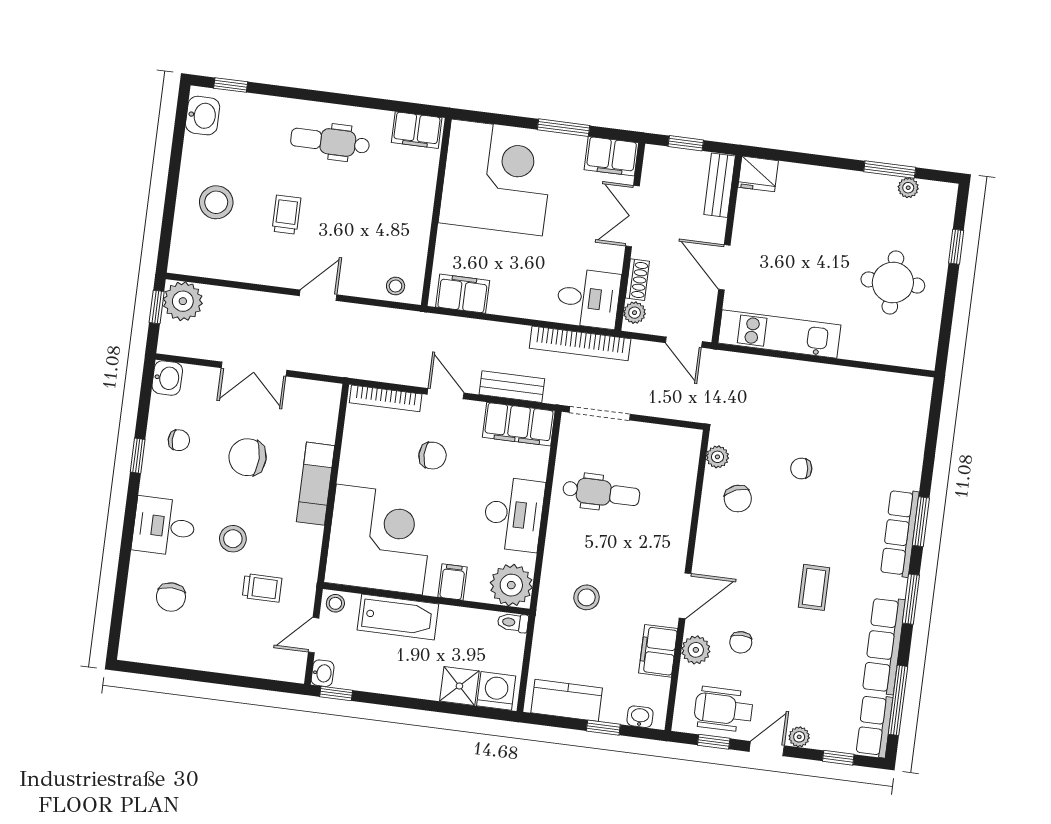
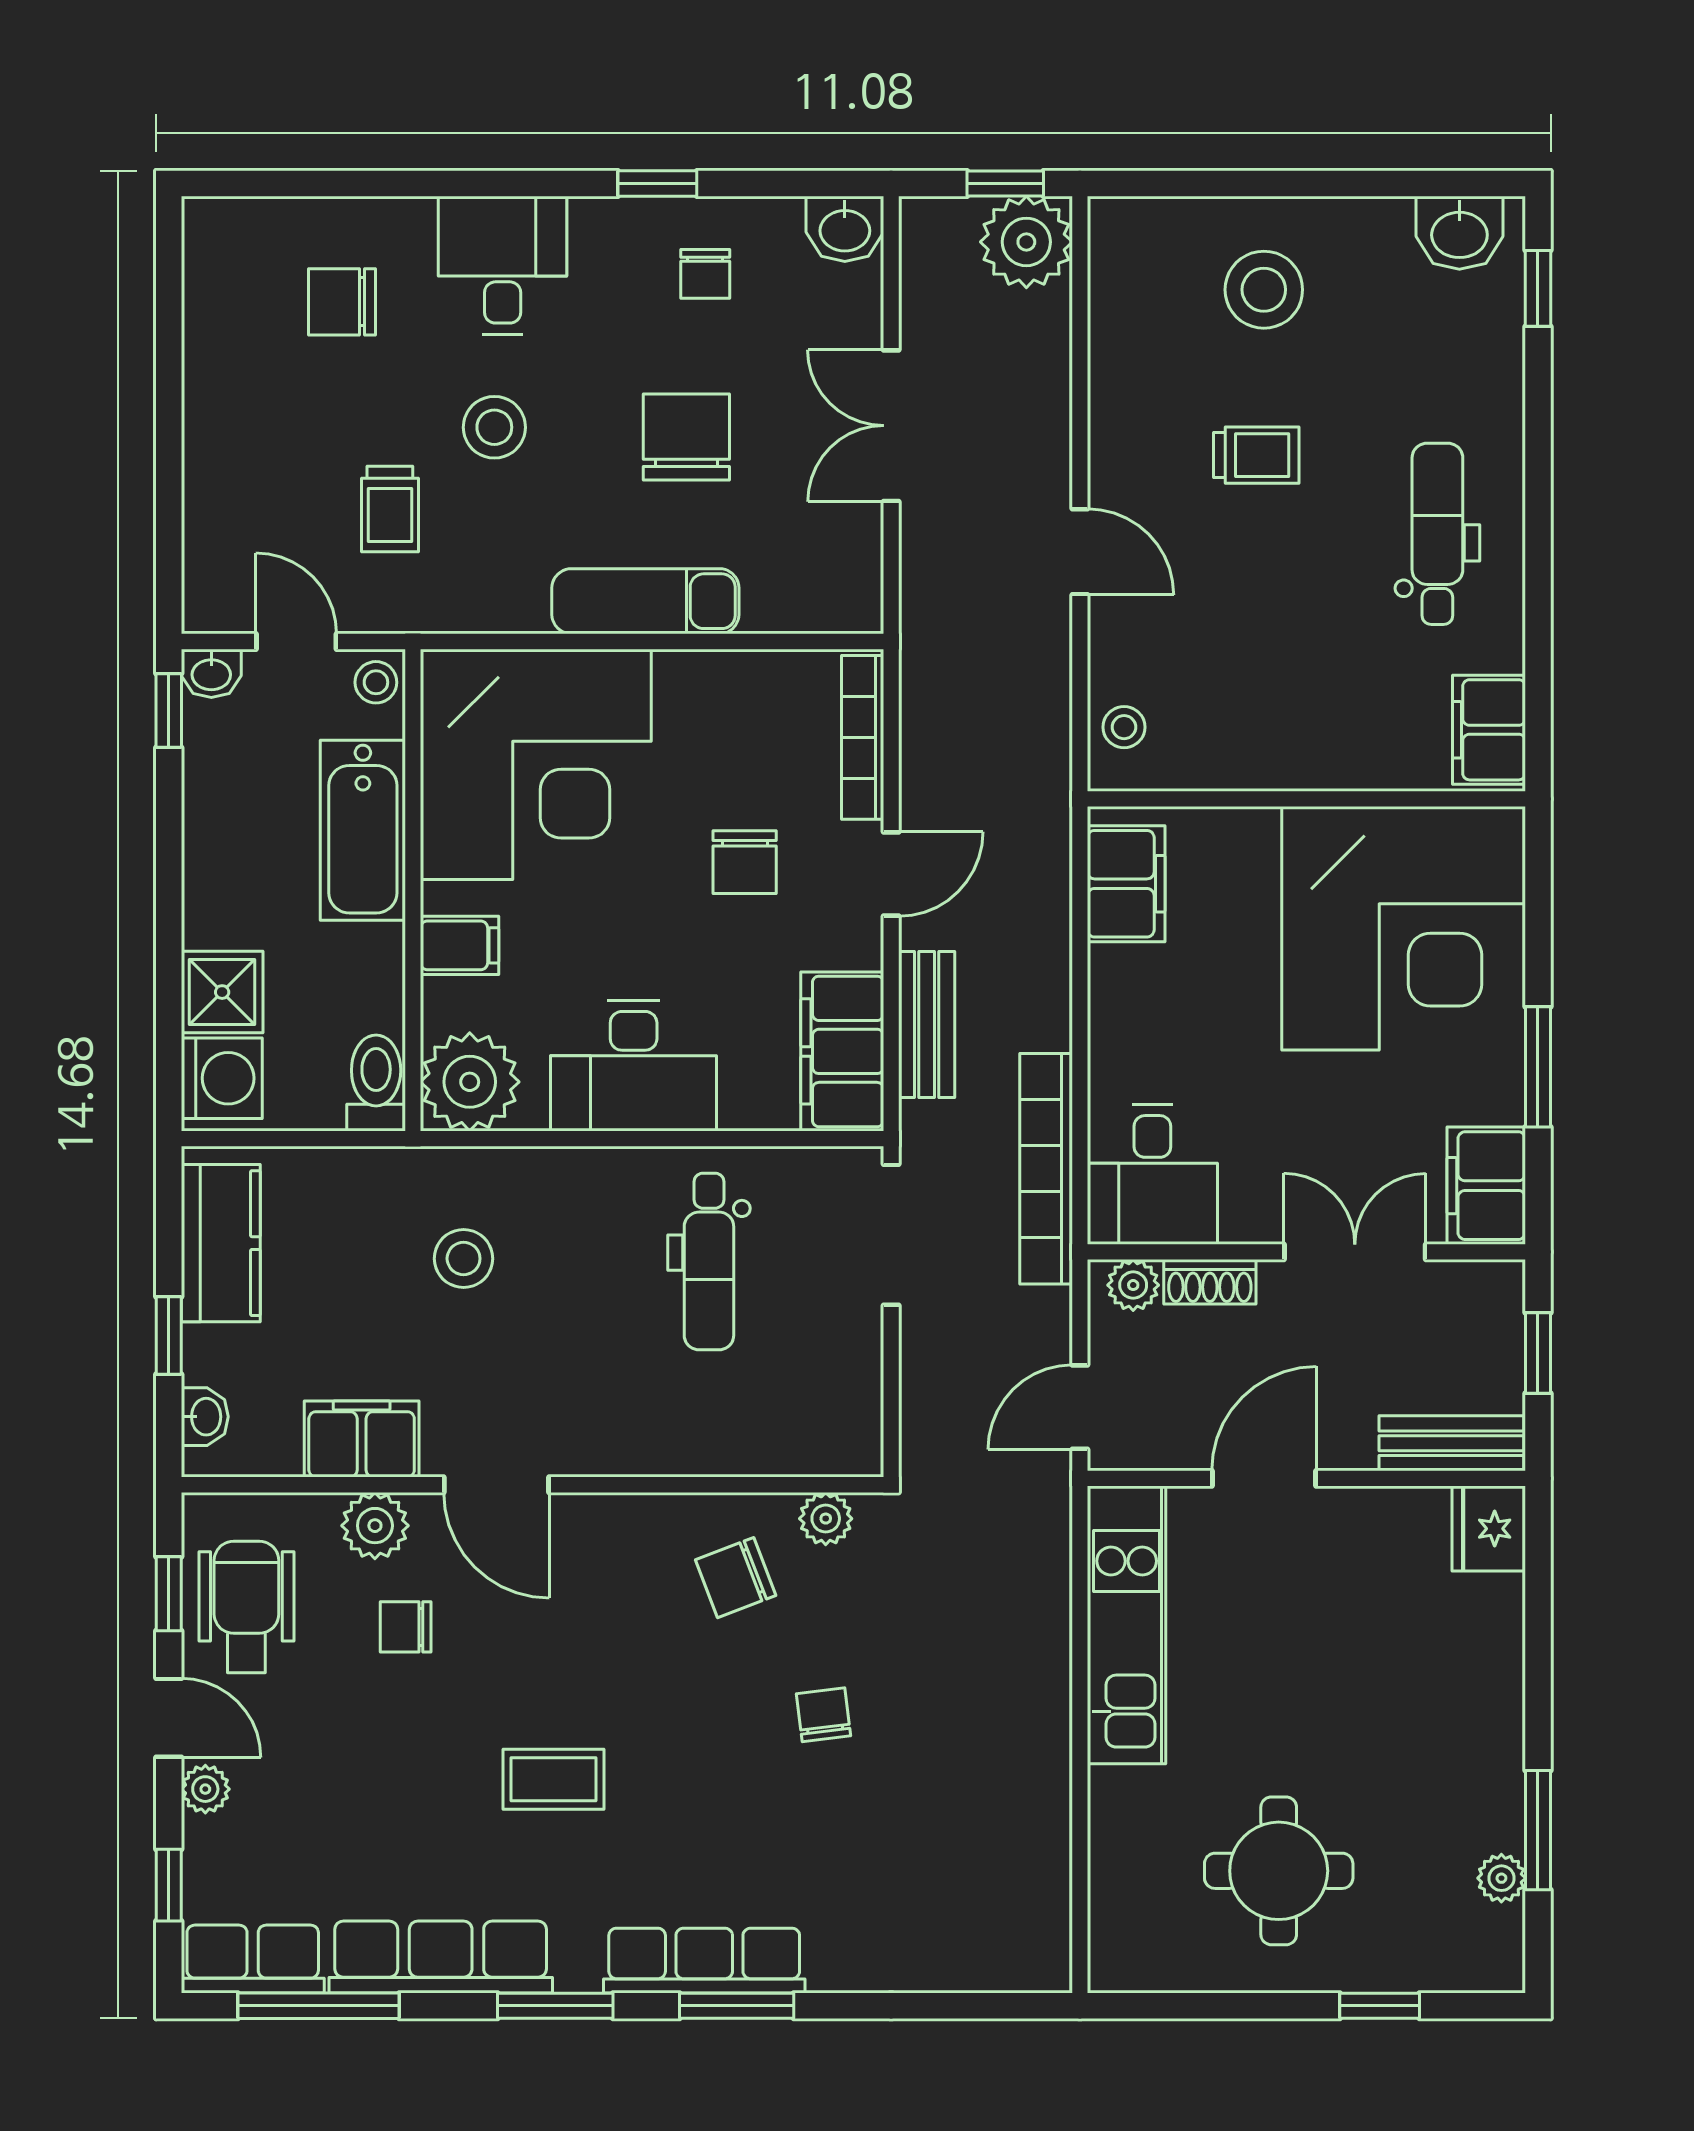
toilet: (513, 623) -> (376, 1083), width x1.37, depth x1.39

